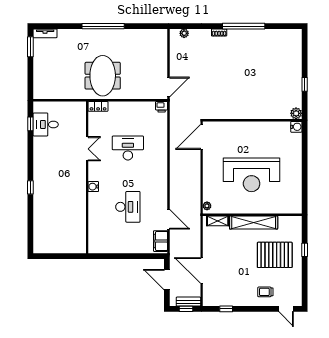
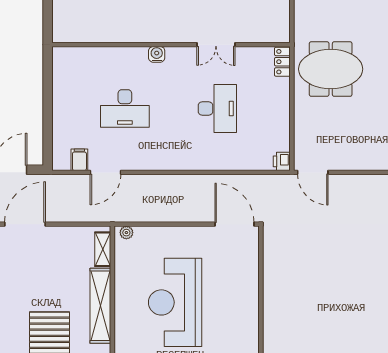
filing cabinet: (161, 241) -> (79, 160), width x0.50

